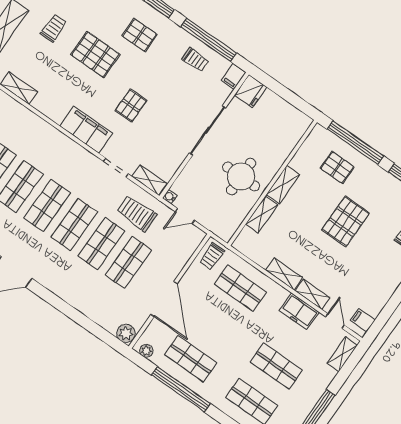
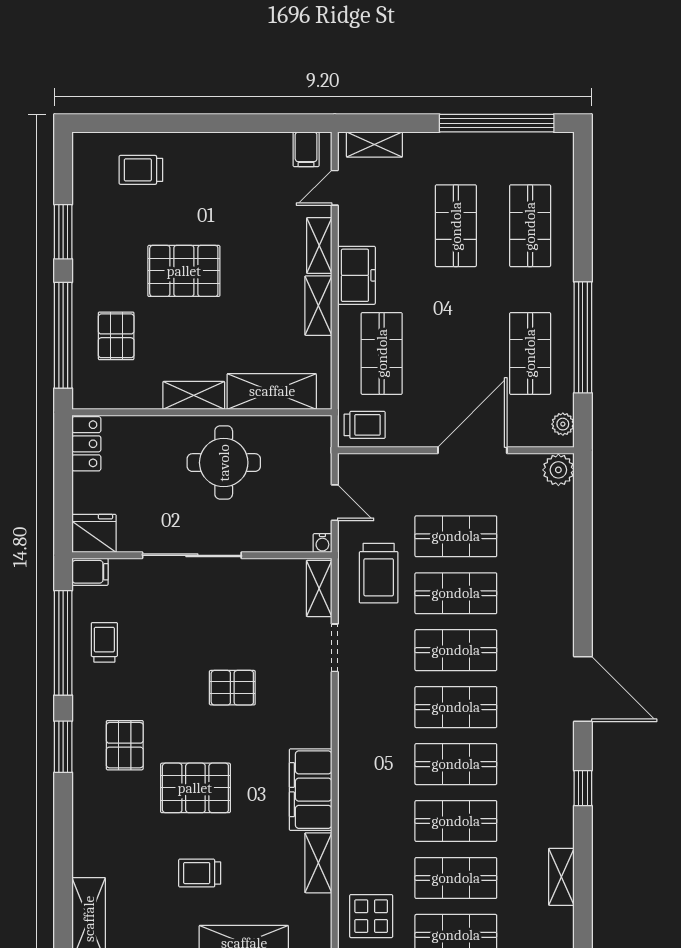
pallet: (95, 55) -> (195, 788), turned 90
locker: (296, 117) -> (86, 444), added
filing cabinet: (86, 130) -> (311, 790), moved
shelving: (262, 214) -> (272, 391), width x1.50, depth x1.33
freezer: (299, 311) -> (356, 275), moved

